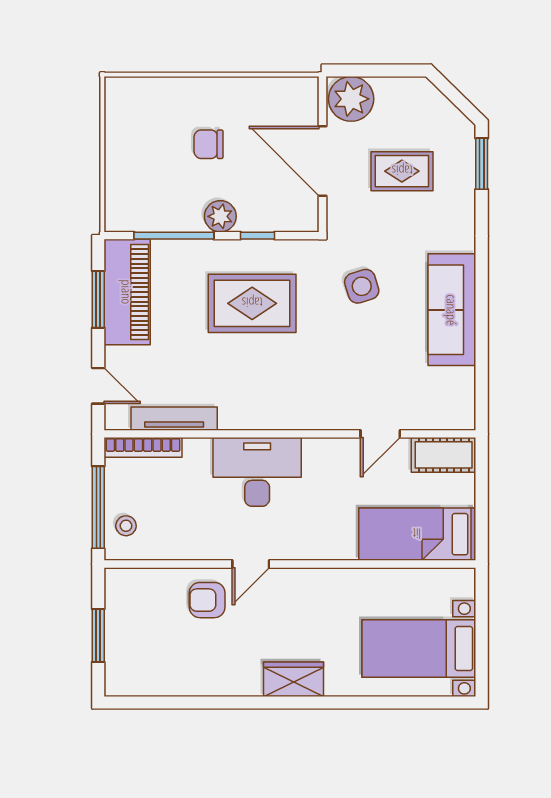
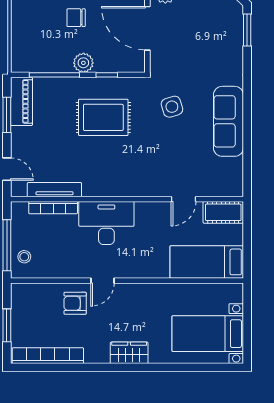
rug: (402, 171) -> (197, 35), removed
piano: (127, 292) -> (21, 101), width x0.73, depth x0.75
bookcase: (143, 447) -> (53, 208), moved
bookcase: (164, 684) -> (48, 356), added

